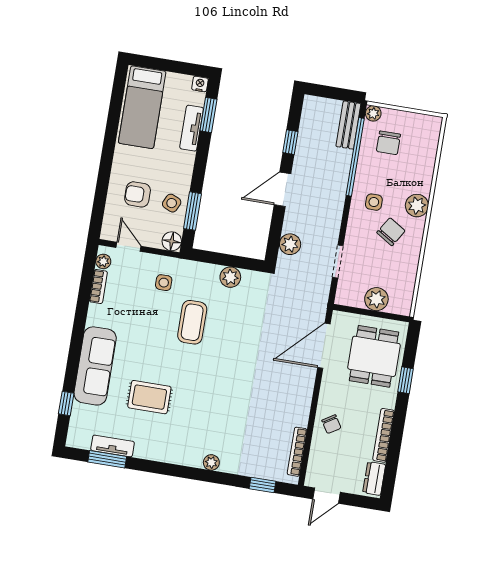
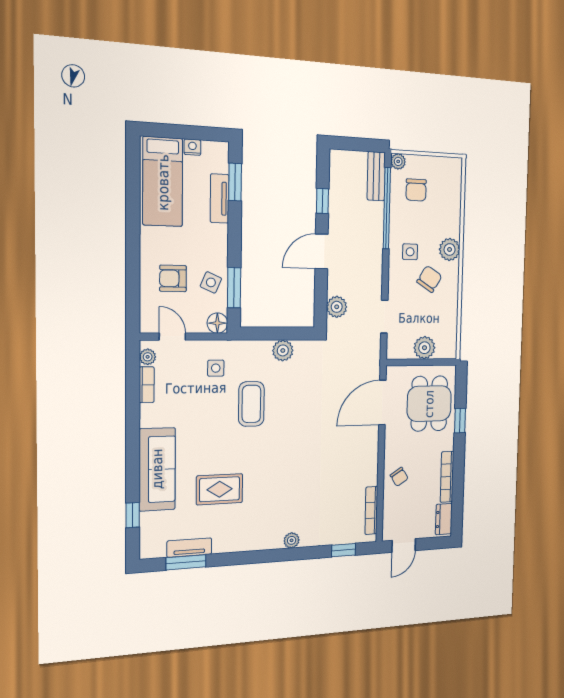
nightstand: (200, 84) -> (192, 147), moved

